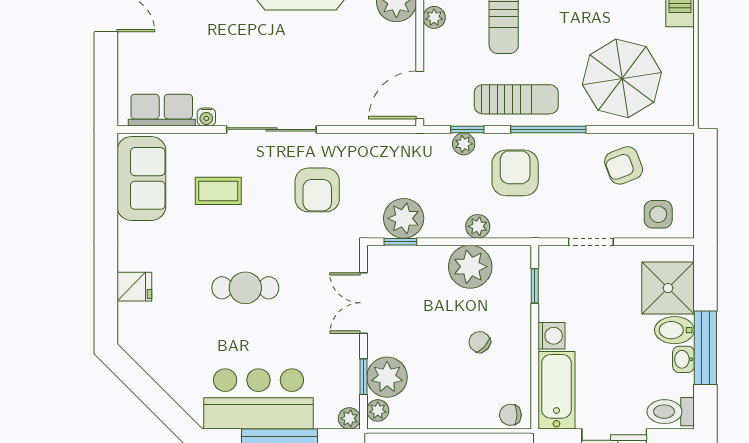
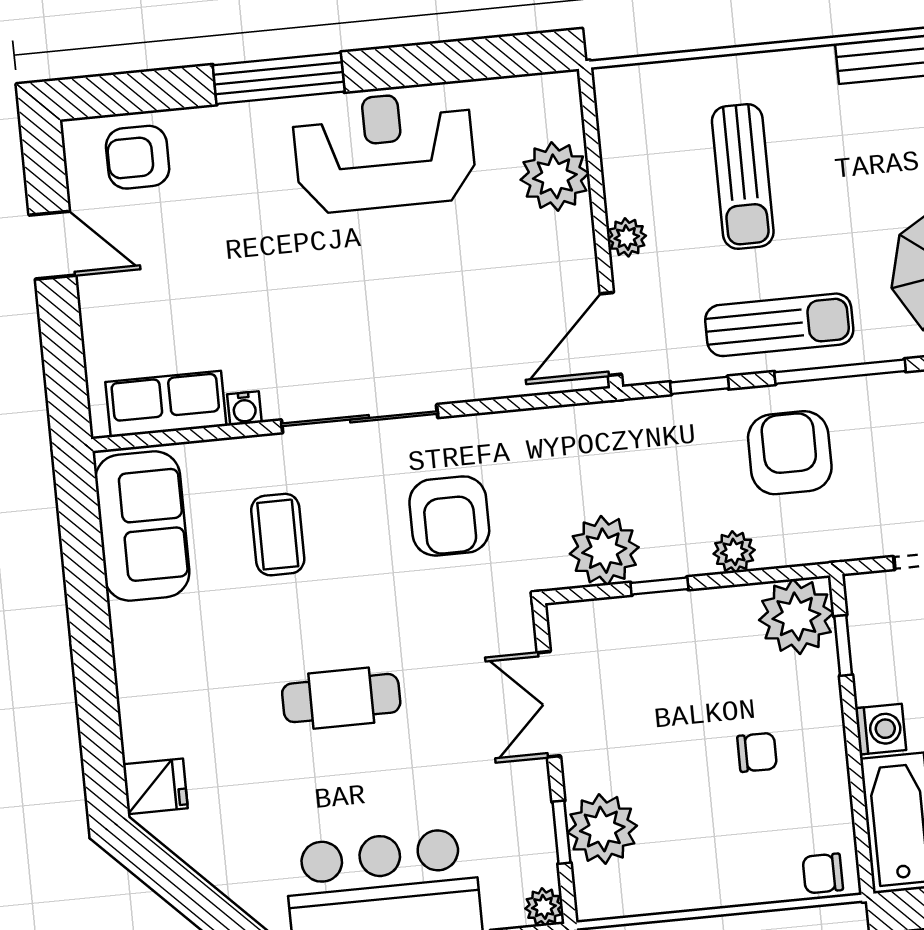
plant: (434, 17) -> (627, 237), moved
plant: (464, 144) -> (696, 411), removed
coffee table: (218, 191) -> (278, 535), turned 90
window: (400, 242) -> (659, 586), moved
plant: (470, 267) -> (796, 616), moved
fridge: (134, 287) -> (155, 786), moved
chair: (480, 342) -> (757, 752), turned 137
plant: (378, 410) -> (592, 888), removed

